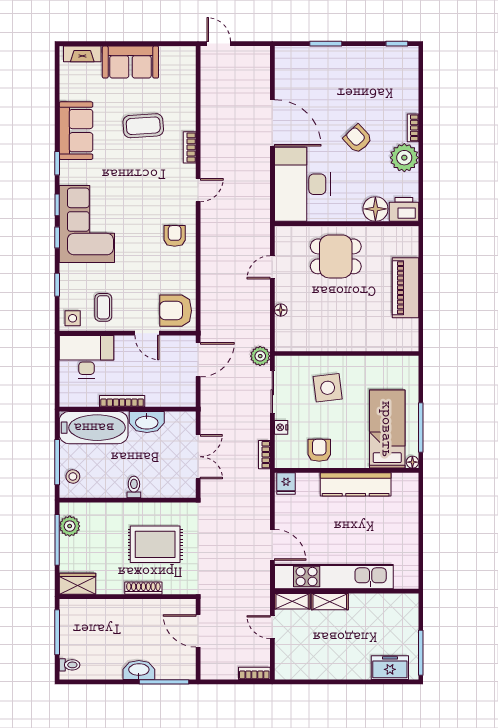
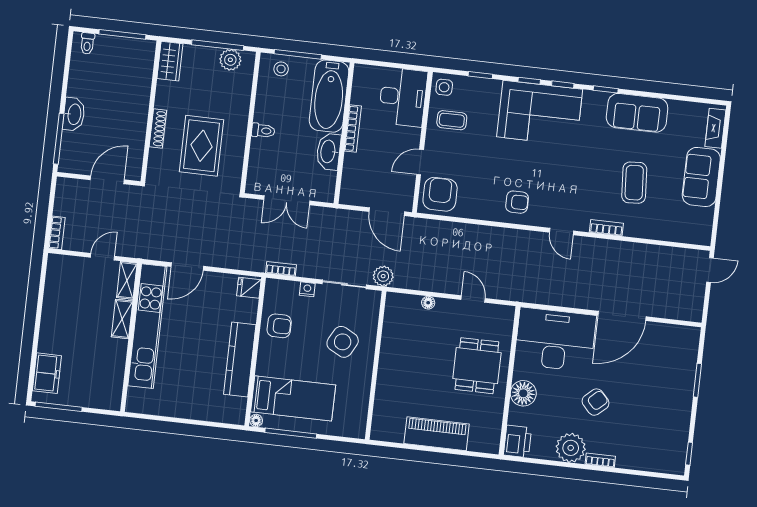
floor lamp: (375, 209) -> (523, 393), moved
side table: (328, 388) -> (343, 342), turned 35

